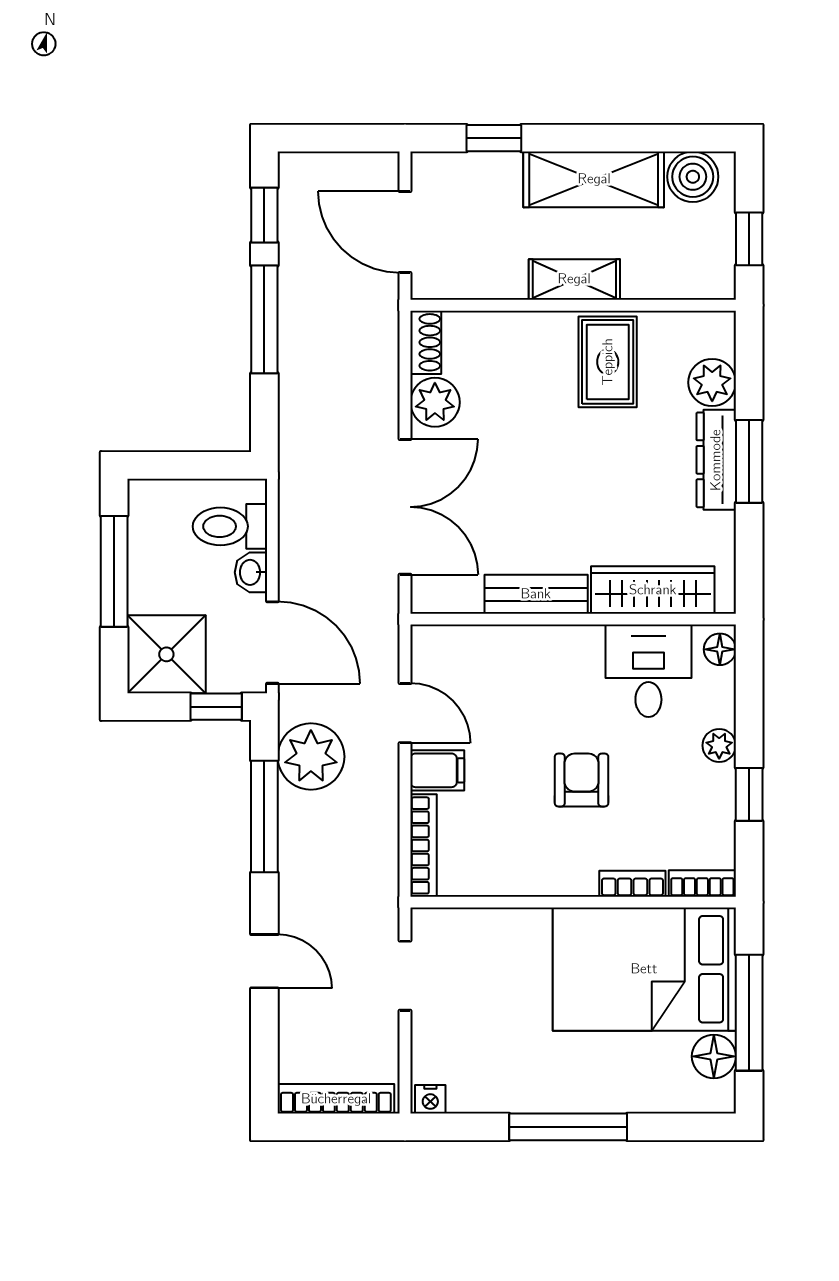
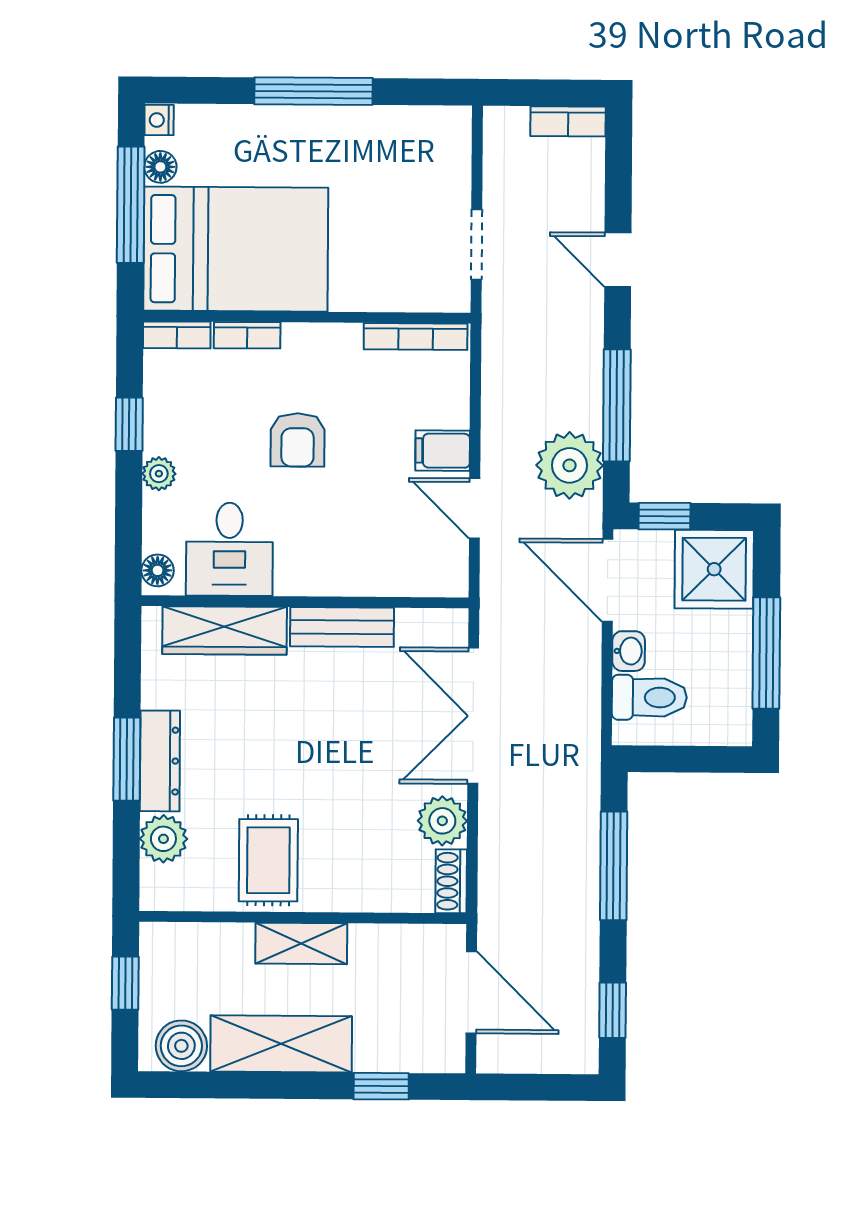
window: (264, 319) -> (614, 866), moved
bookcase: (423, 845) -> (416, 336), moved, turned -90
floor lamp: (714, 1056) -> (160, 167), width x0.73, depth x0.73
bookcase: (336, 1099) -> (568, 121), width x0.64
nightstand: (430, 1099) -> (159, 120), moved, turned -90

